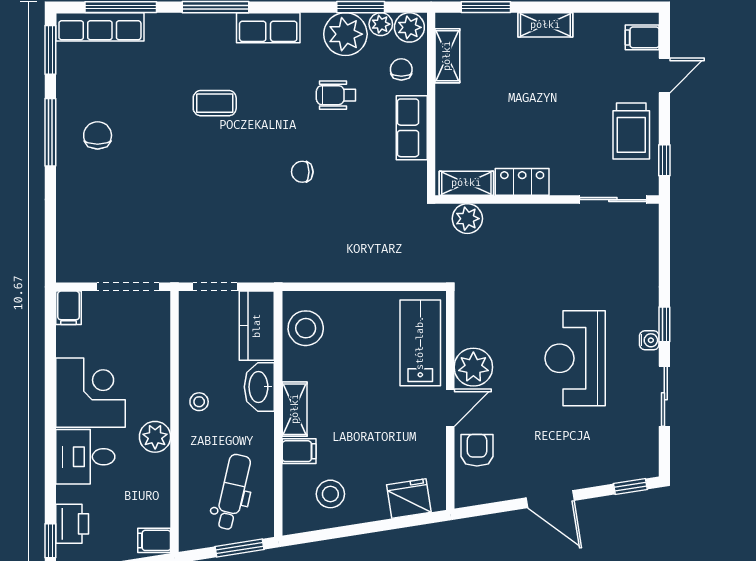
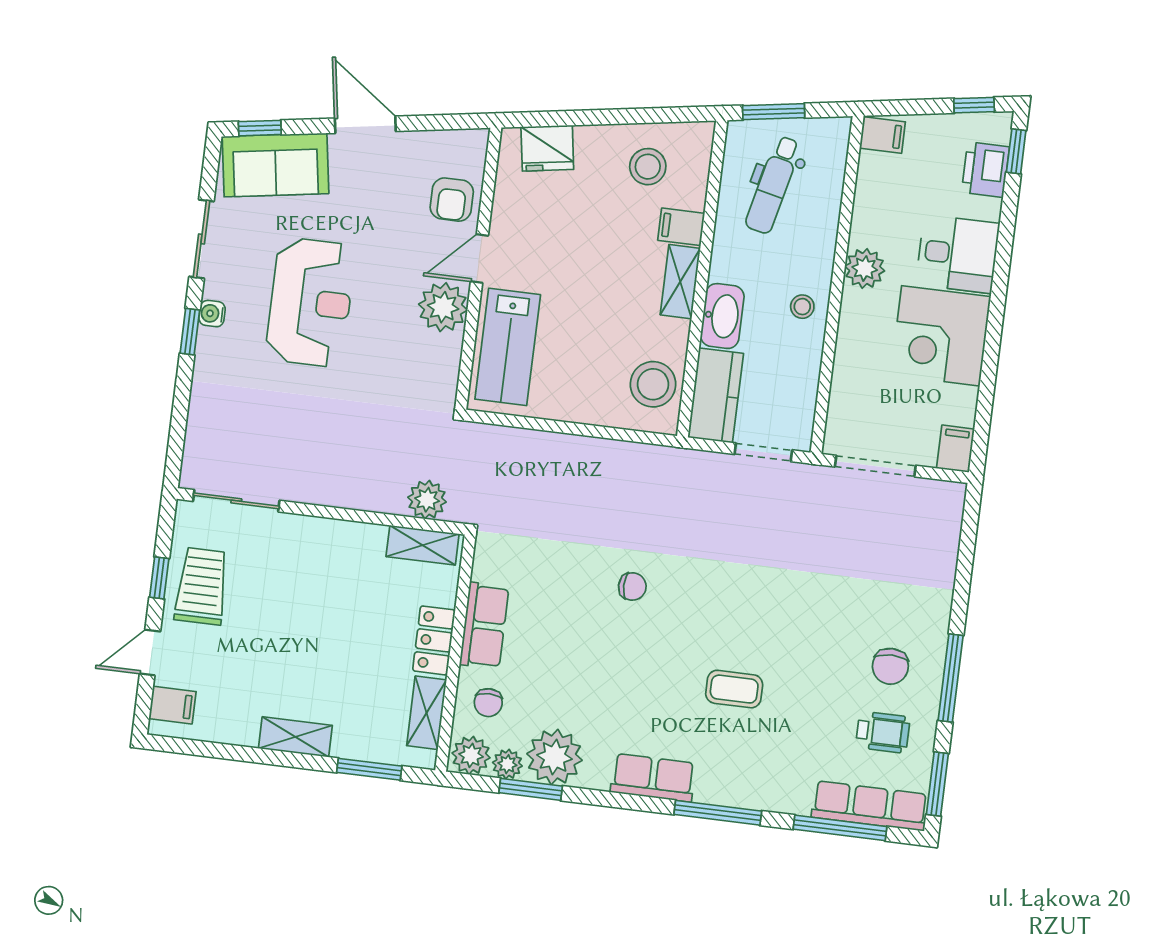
wheelchair: (336, 95) -> (883, 732), moved
window: (664, 160) -> (159, 578), moved
locker: (522, 182) -> (434, 640), moved, turned 90
sofa: (615, 460) -> (275, 165), added

